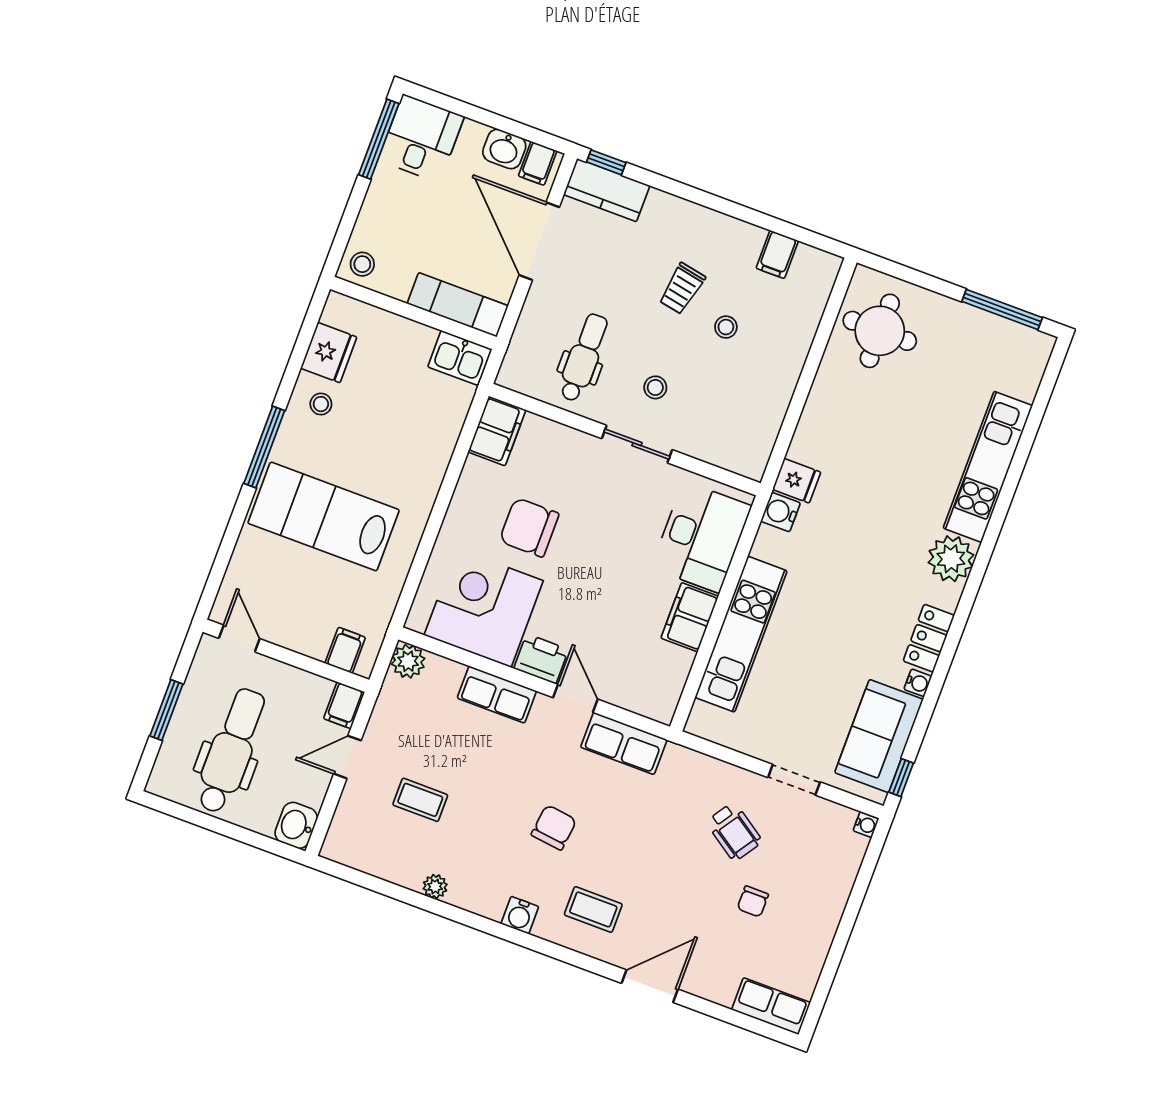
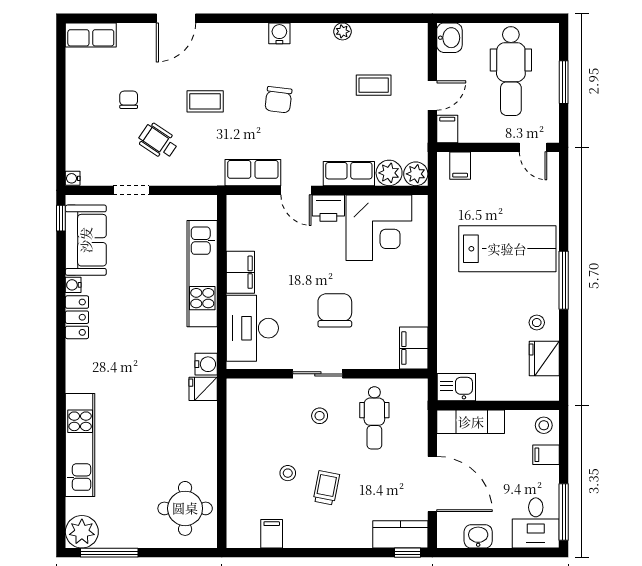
filing cabinet: (538, 163) -> (546, 455), moved, turned -90
chair: (529, 527) -> (335, 310), moved, turned -90
plant: (951, 559) -> (82, 532), moved
plant: (443, 676) -> (389, 173), added
coffee table: (593, 909) -> (205, 101), moved

